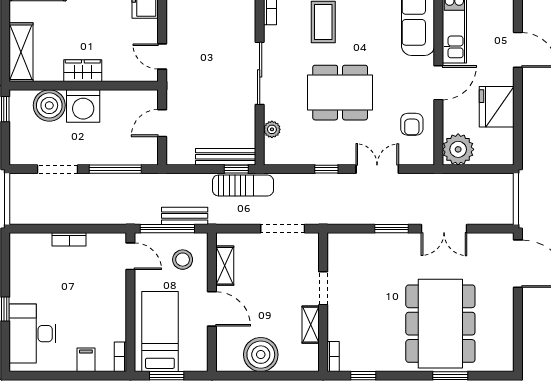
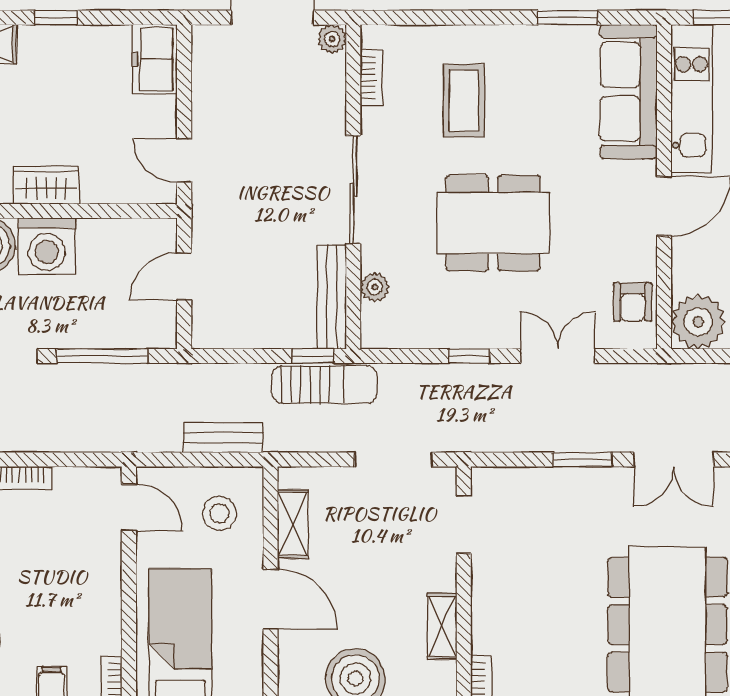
armchair: (412, 124) -> (633, 302), moved
bench: (226, 157) -> (332, 297), moved, turned 90
window: (167, 229) -> (193, 460), removed
doorway: (323, 288) -> (464, 524), moved

